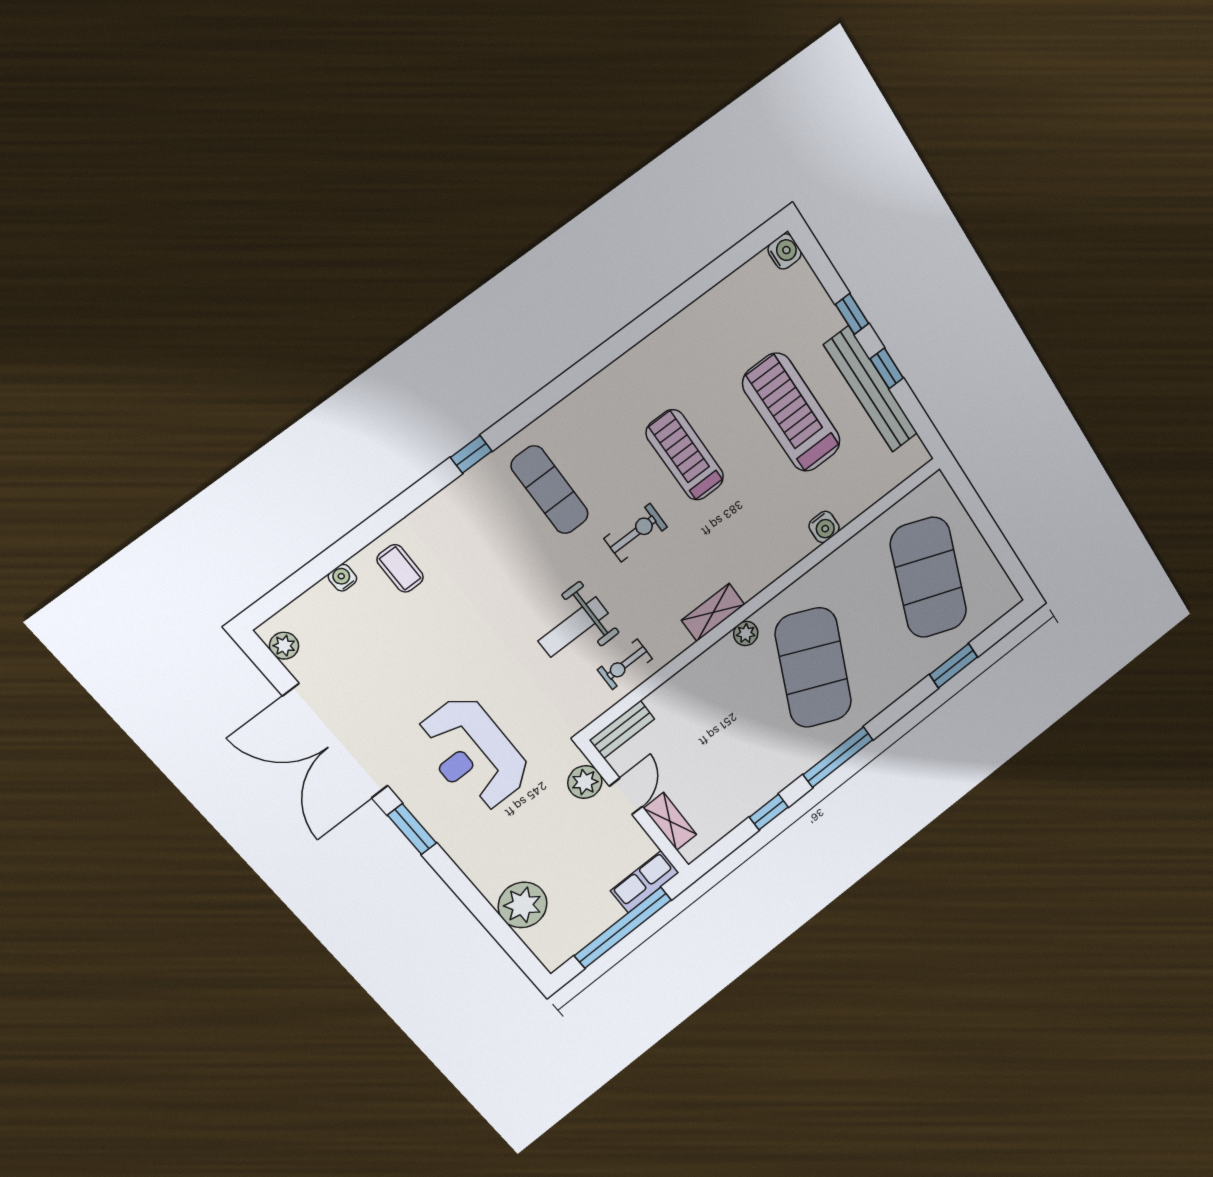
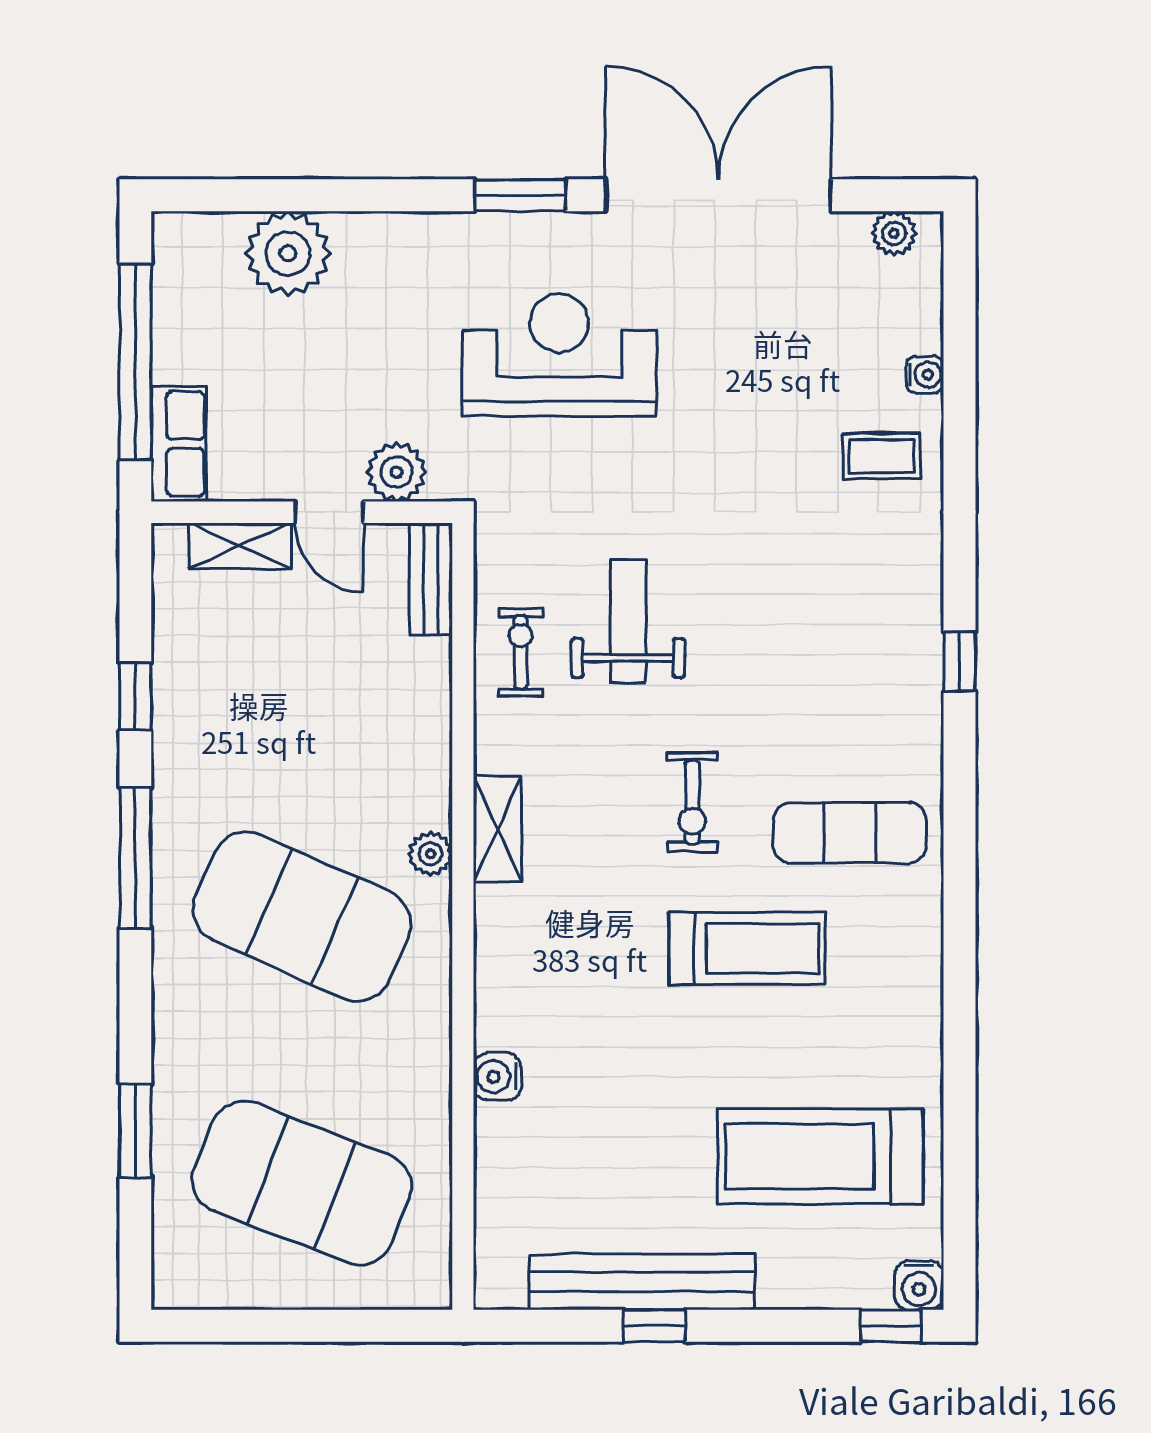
window: (852, 314) -> (891, 1326), moved
treadmill: (792, 413) -> (820, 1156), moved, turned 180
exercise mat: (550, 490) -> (850, 833), moved

